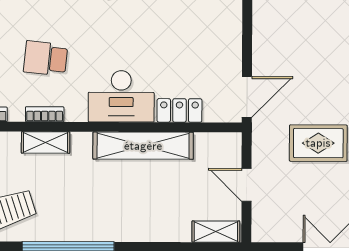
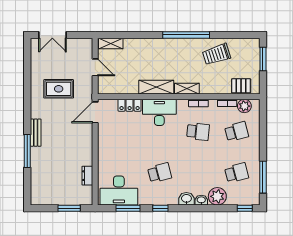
shelving: (46, 142) -> (187, 89), moved
shelving: (143, 146) -> (156, 87), width x0.68

